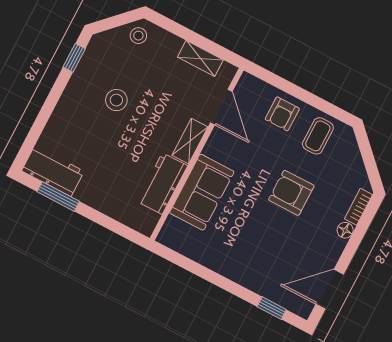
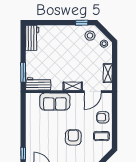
stool: (116, 100) -> (90, 36), moved
workbench: (162, 184) -> (38, 84), moved
window: (58, 197) -> (23, 72), moved

